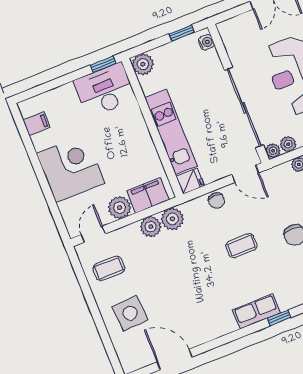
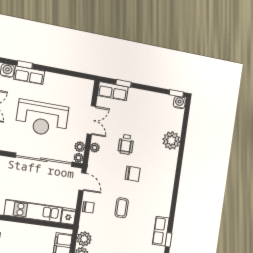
door: (245, 174) -> (82, 182), hinge flipped
row of seats: (256, 312) -> (161, 231), moved
window: (279, 318) -> (168, 240), moved

